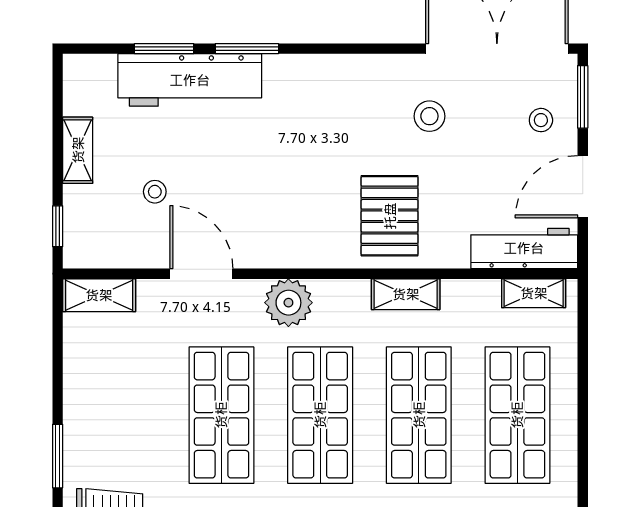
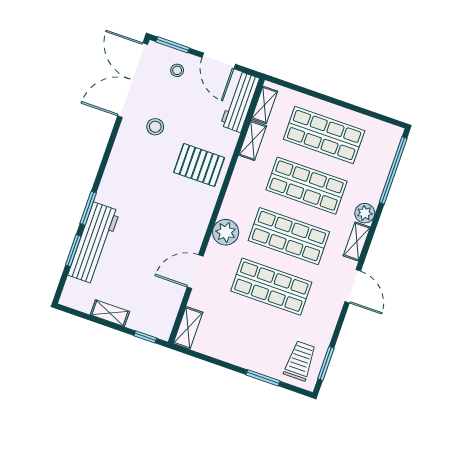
stool: (155, 192) -> (145, 281), removed
shelving: (406, 294) -> (253, 140), moved

